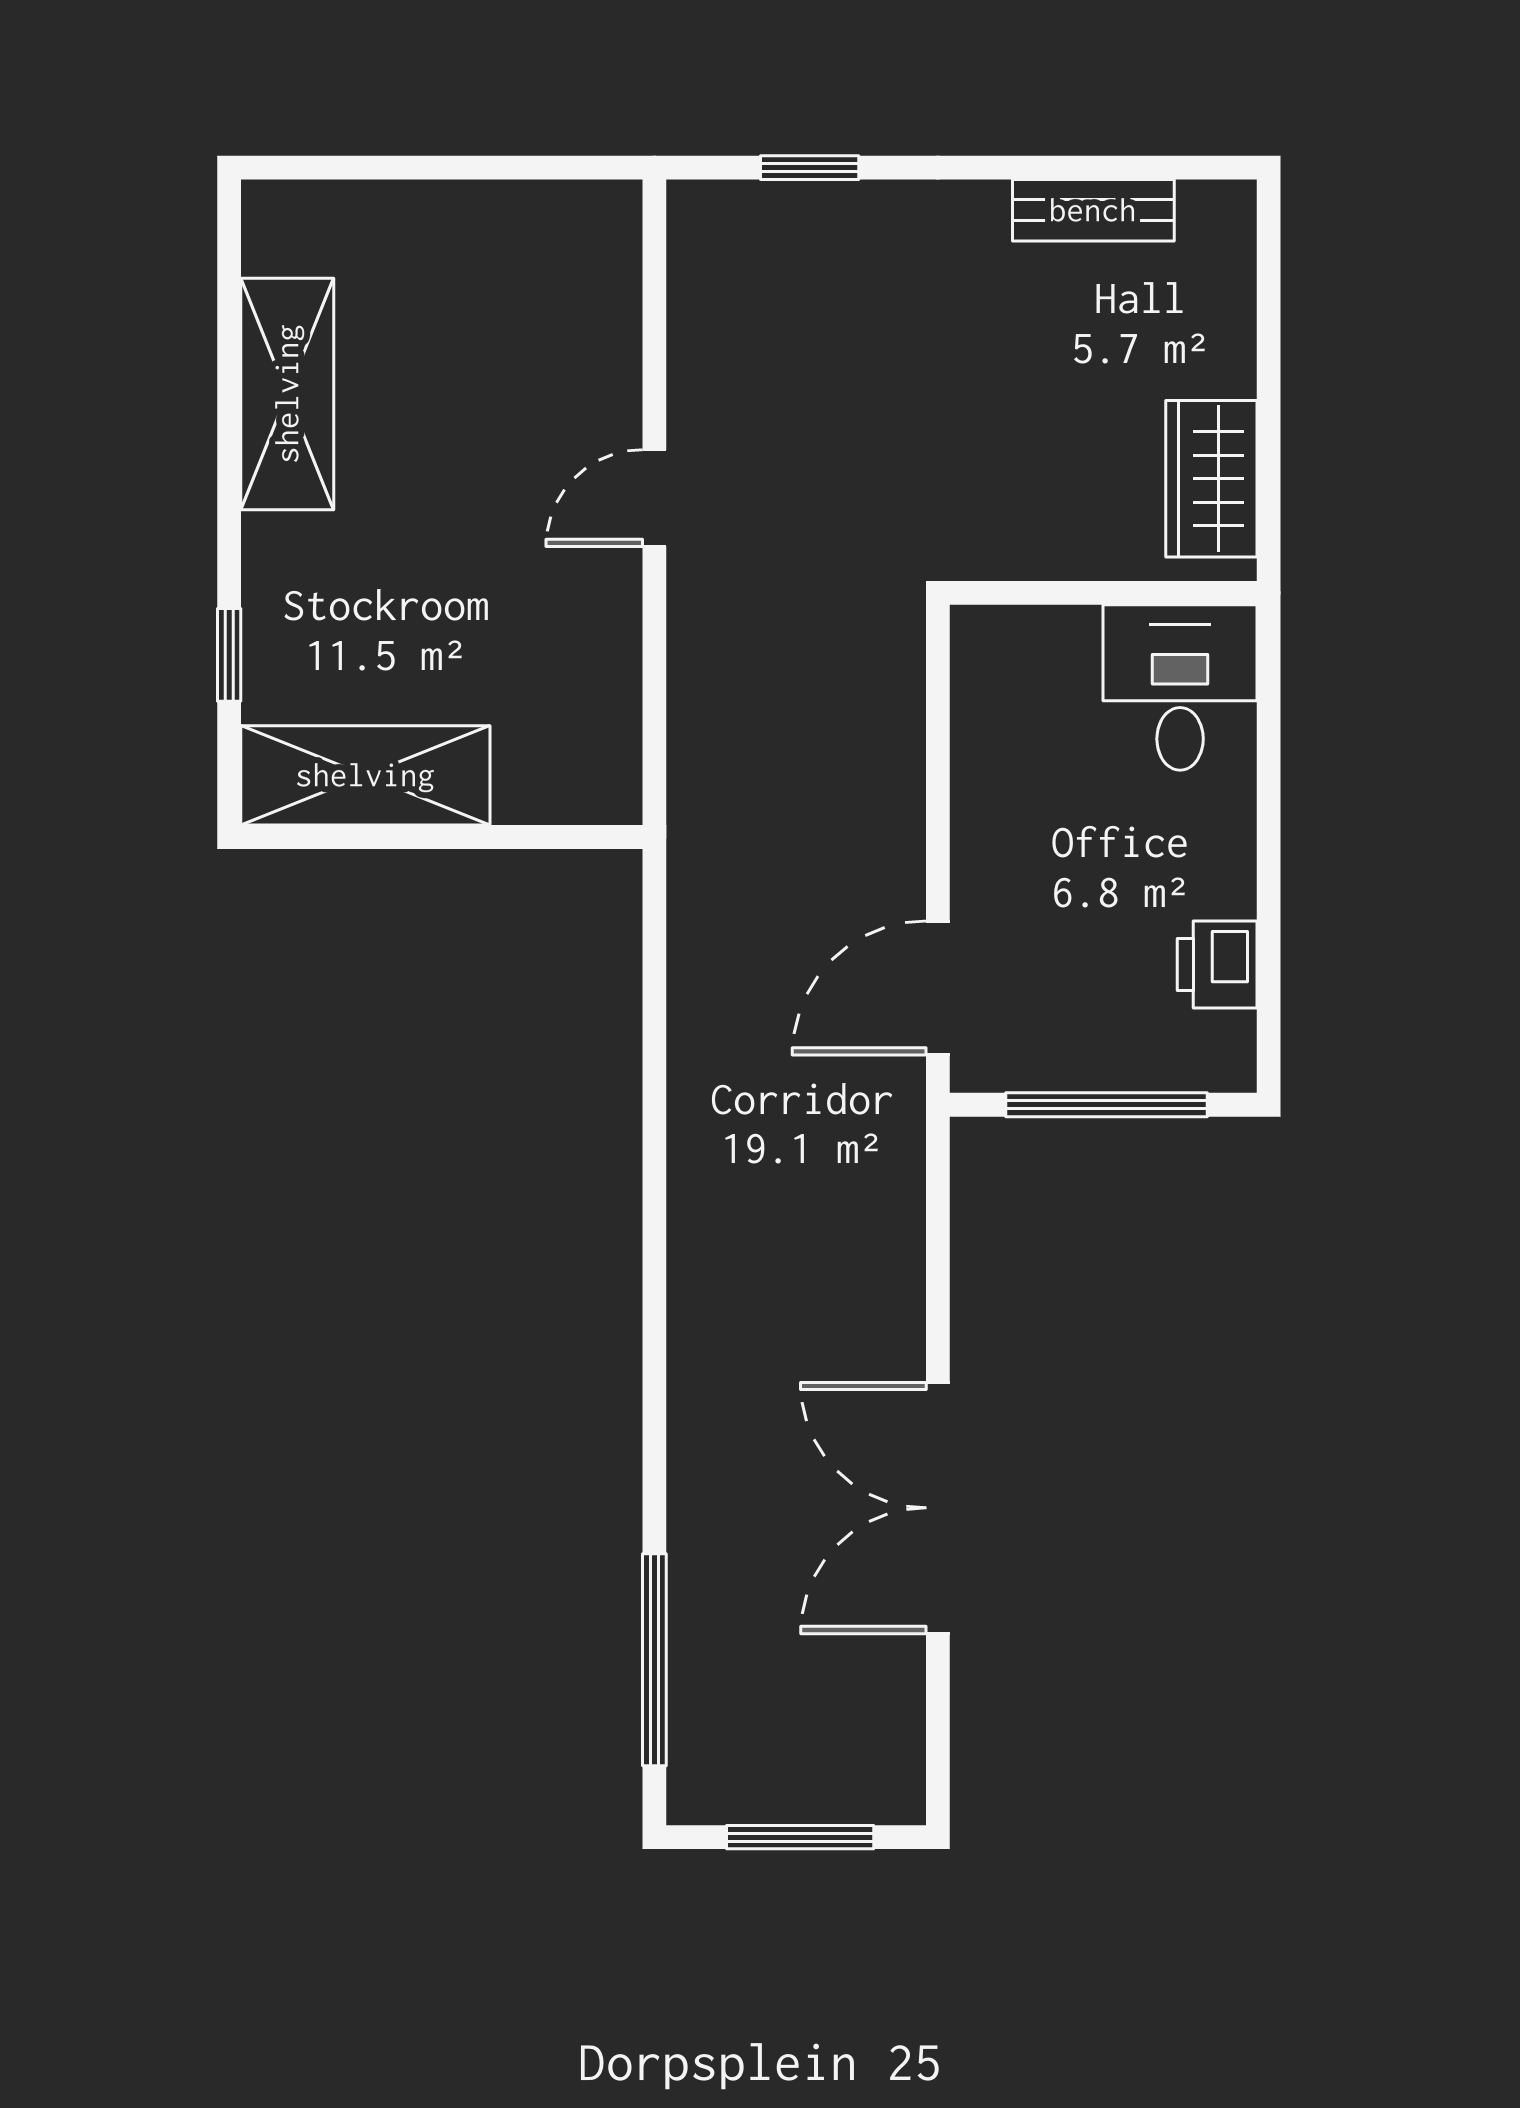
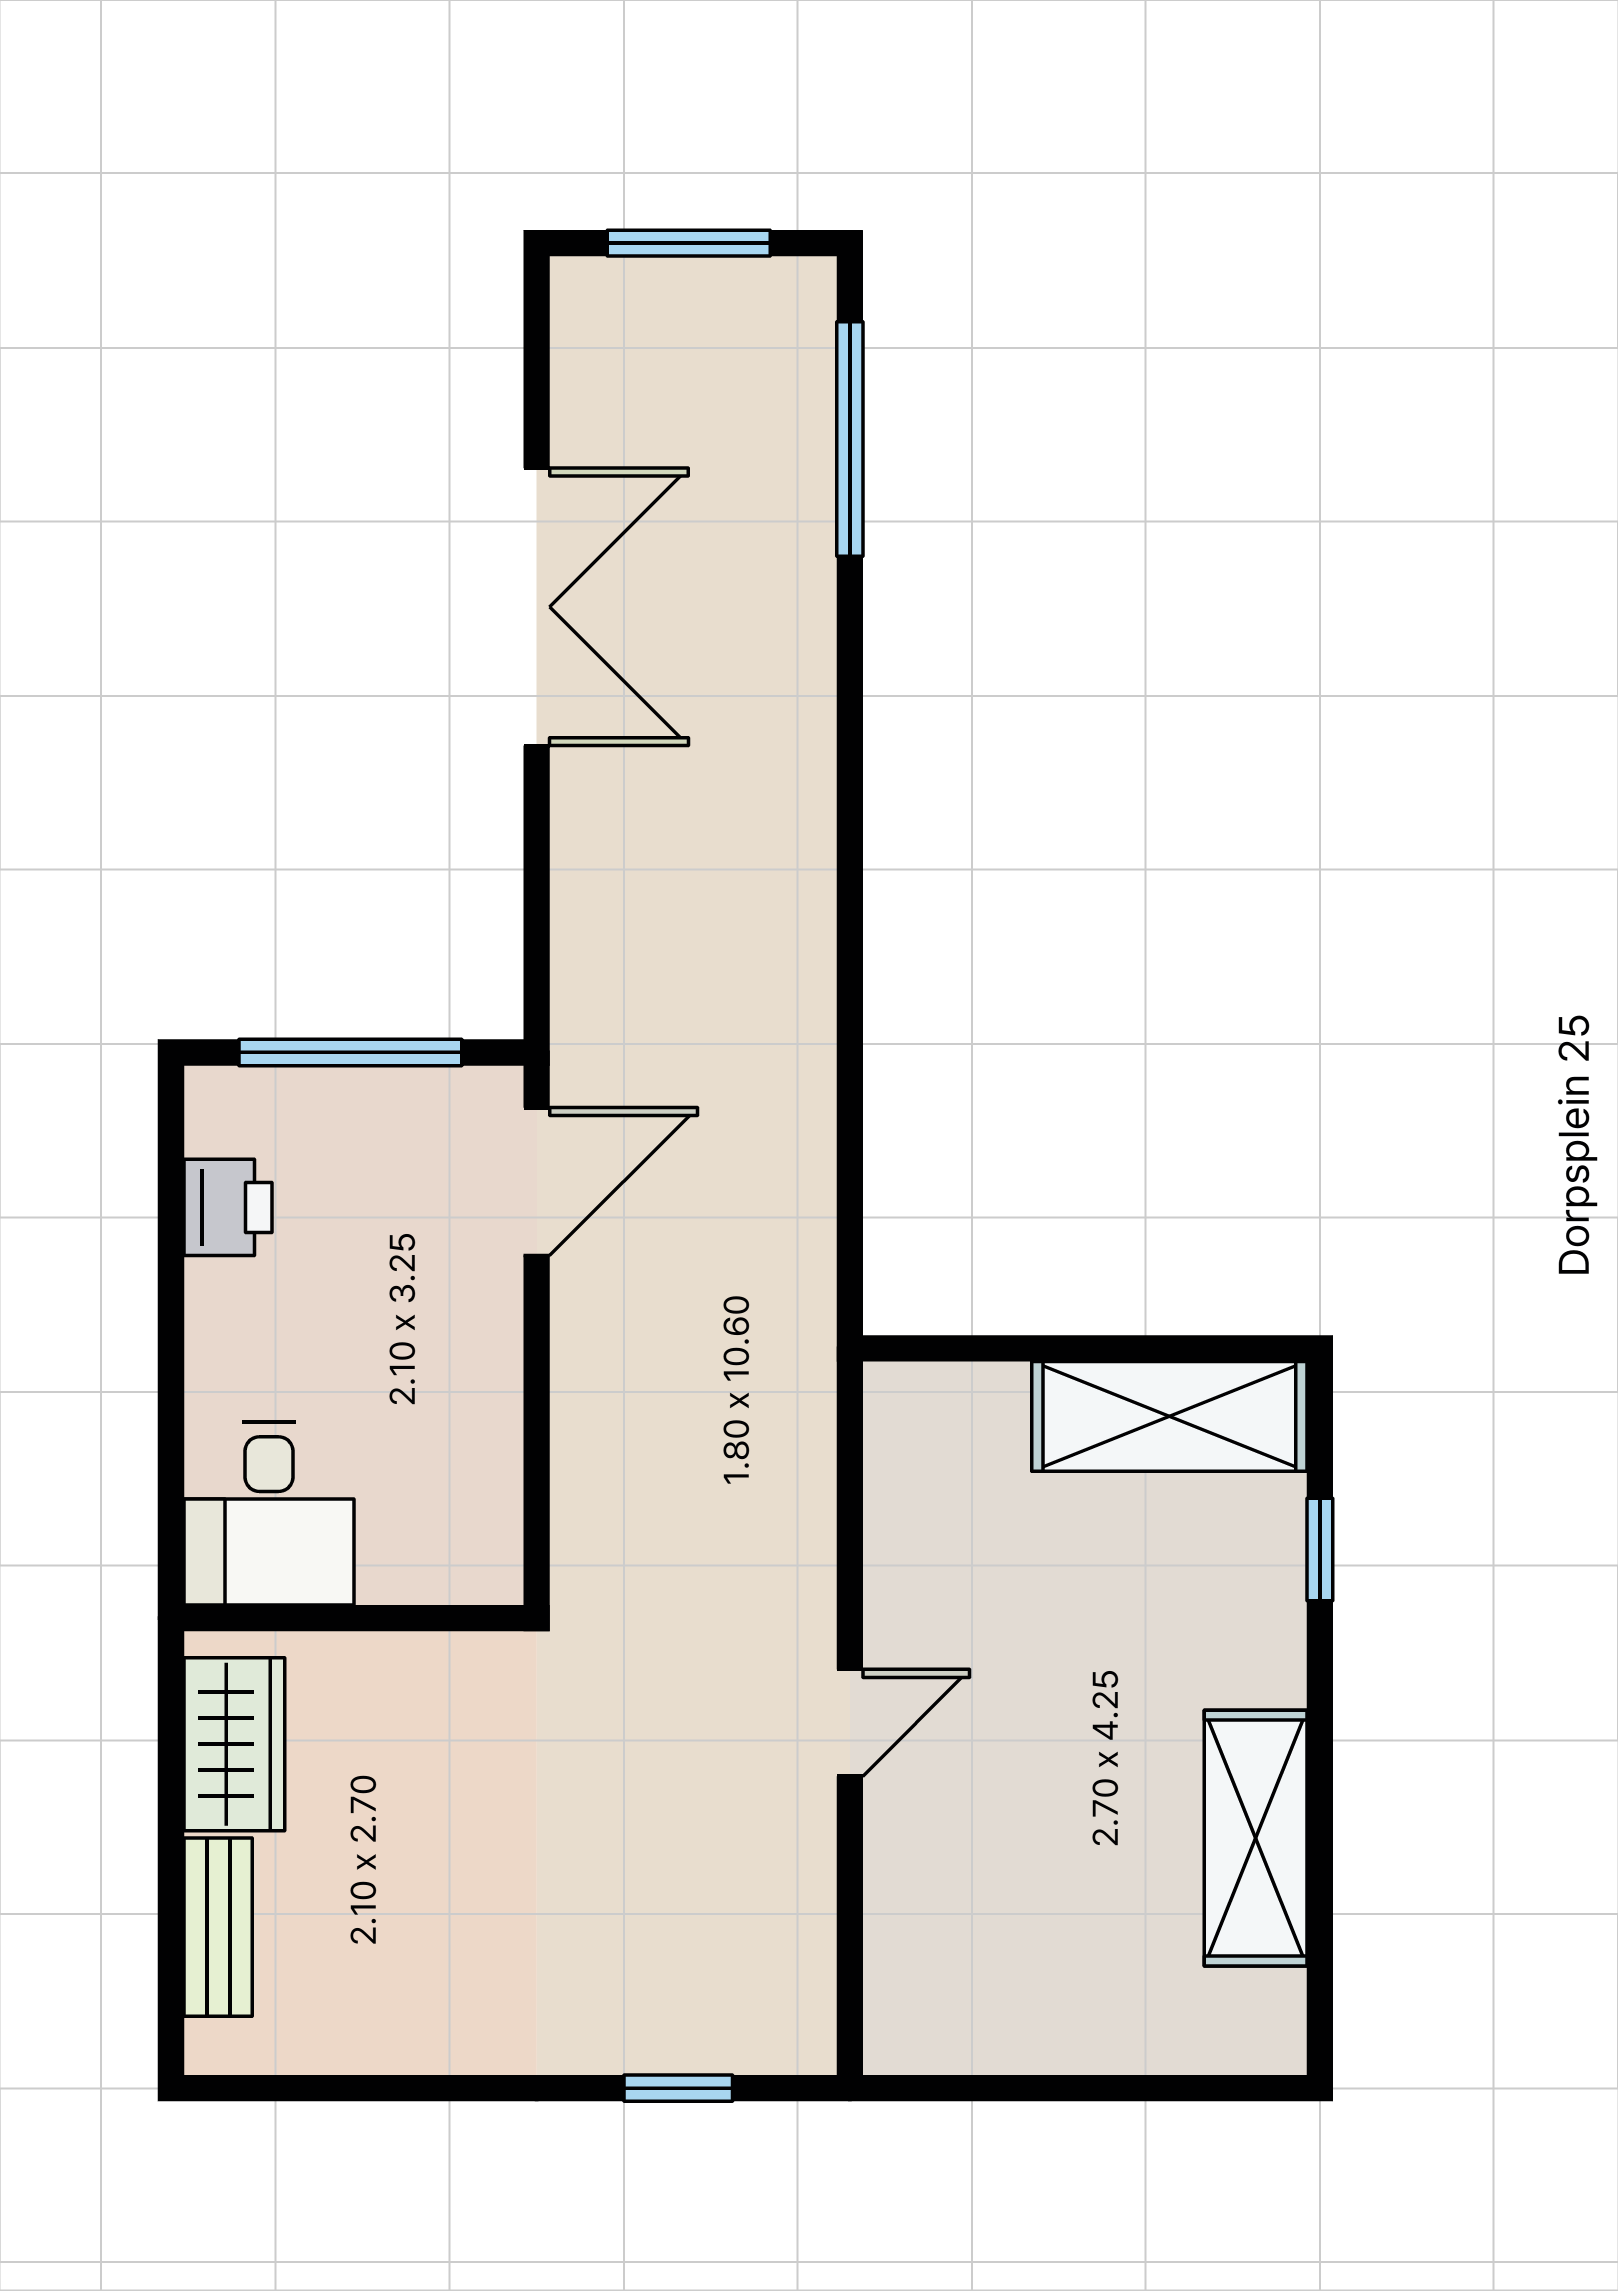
bench: (1093, 210) -> (218, 1927), moved, turned 90

